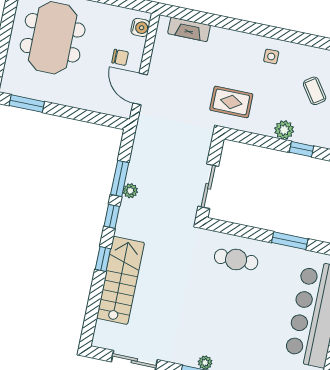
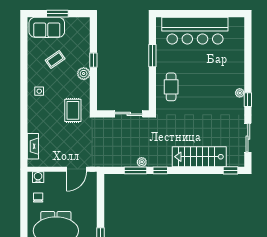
chair: (120, 57) -> (38, 197), moved
window: (103, 259) -> (231, 170), moved

